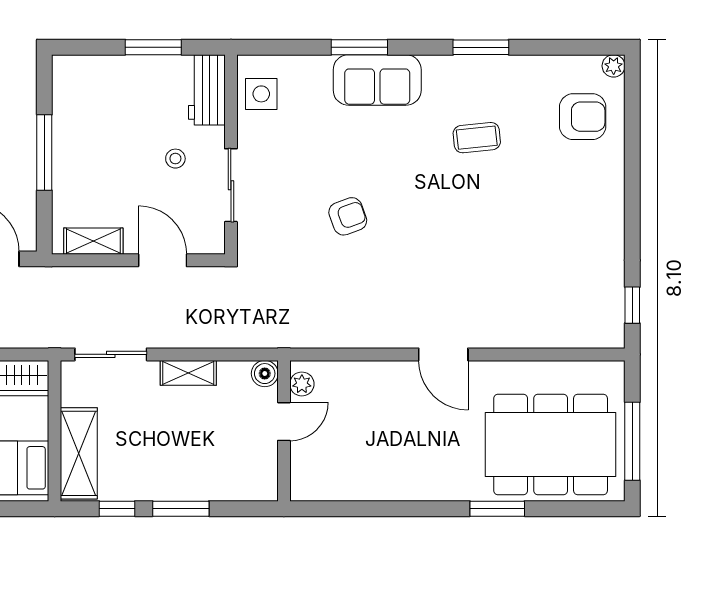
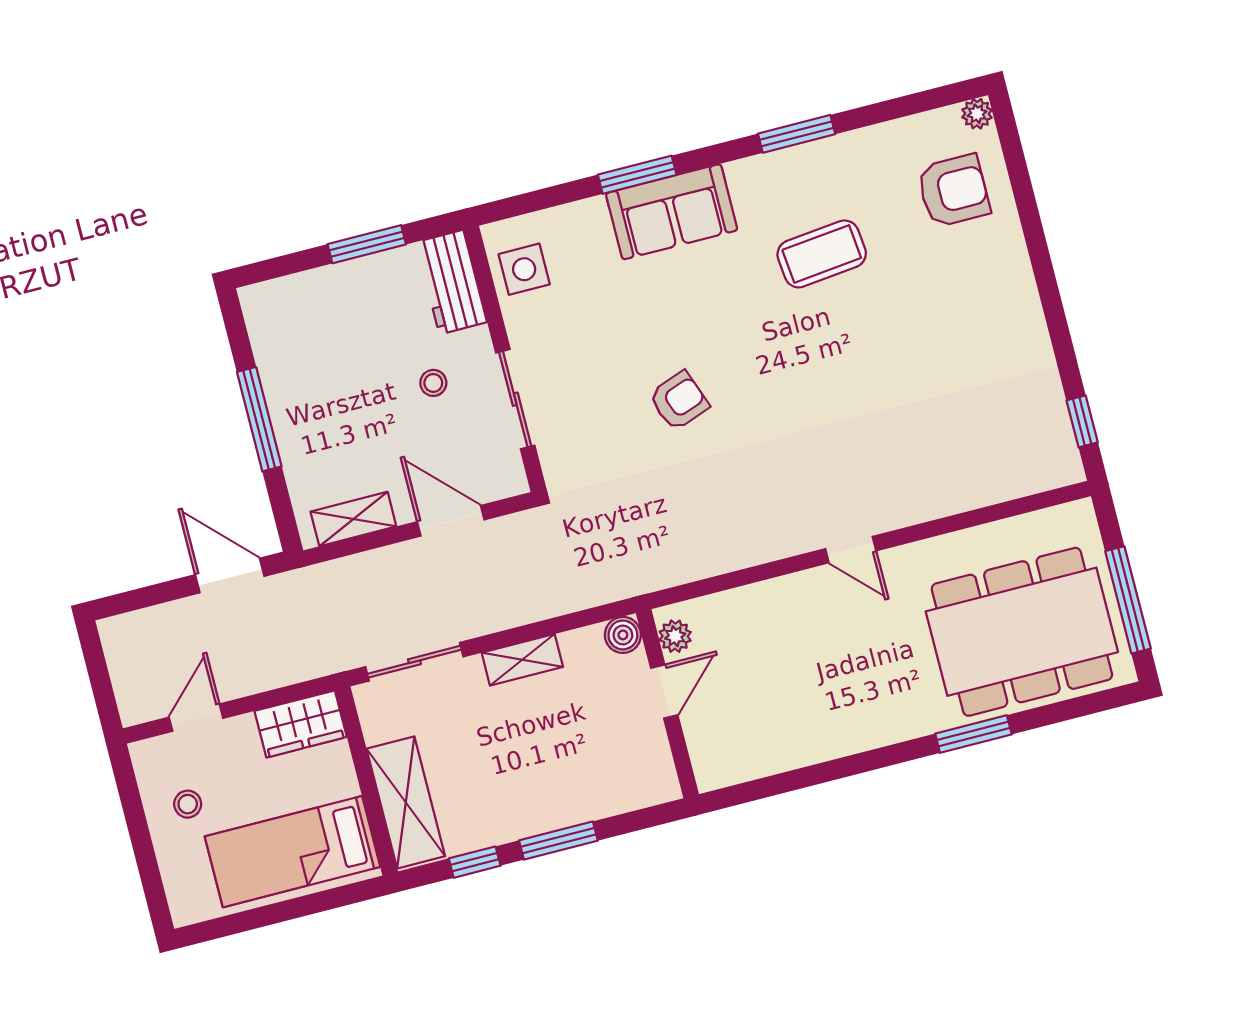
coffee table: (477, 138) -> (822, 254), width x1.36, depth x1.30
door: (443, 354) -> (851, 550), width x0.73

